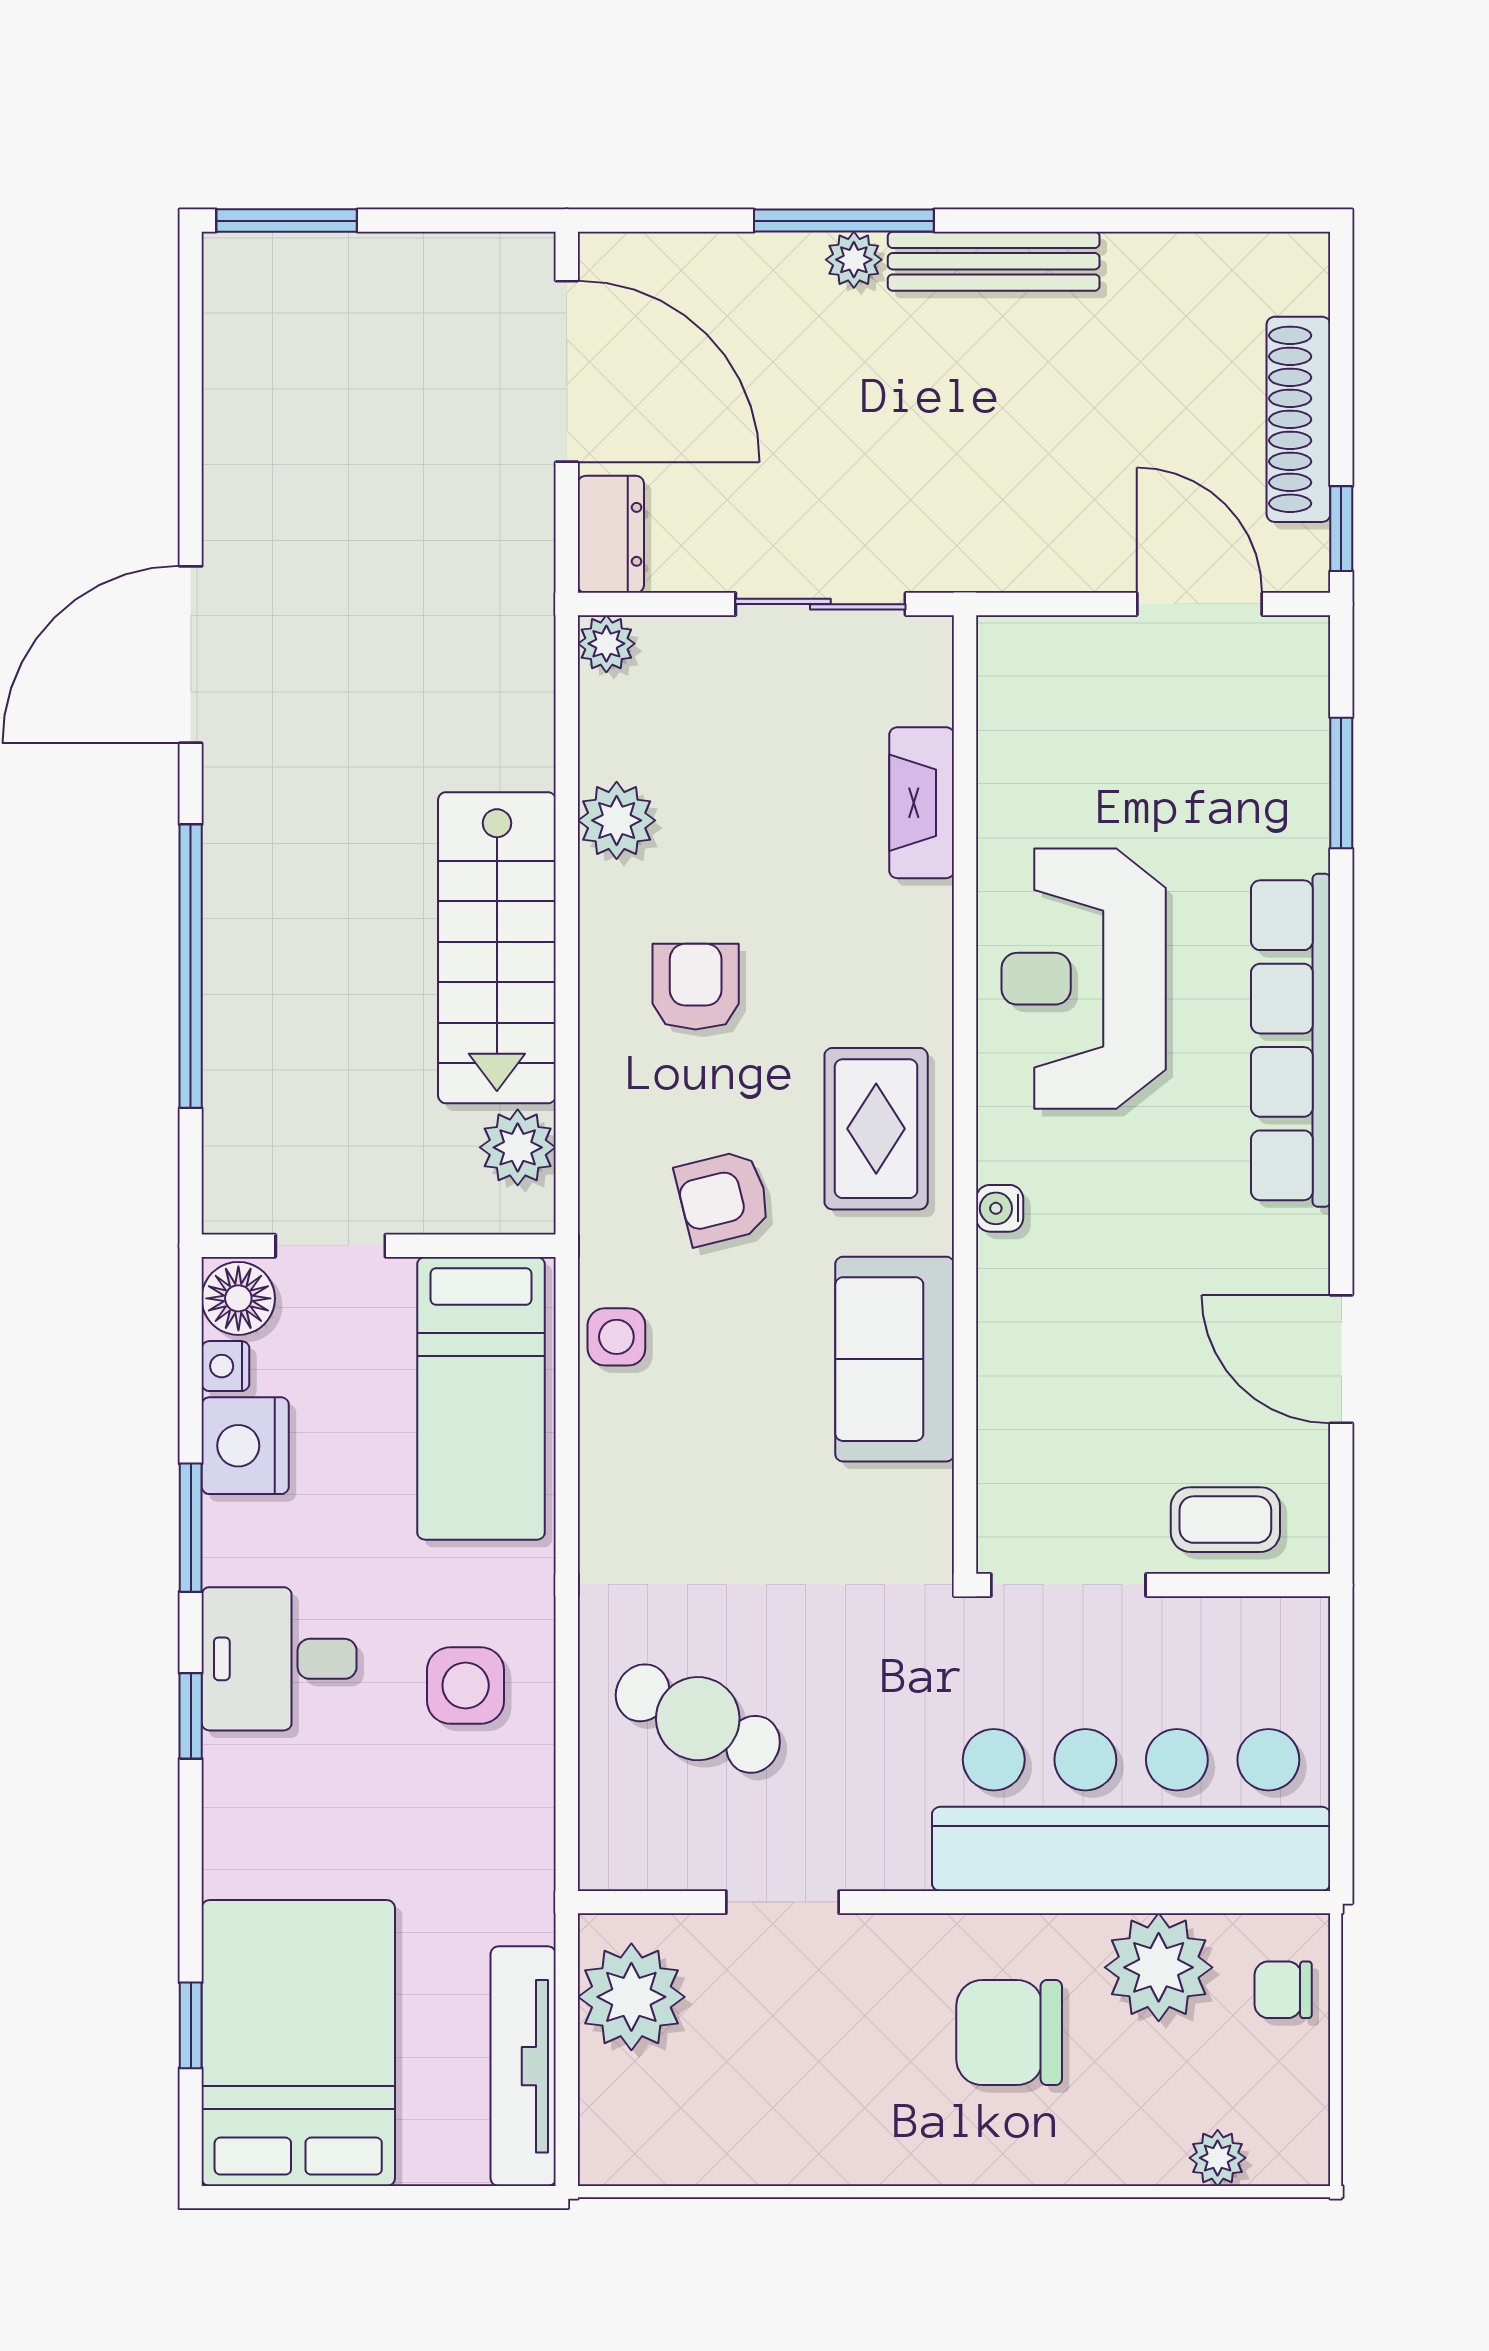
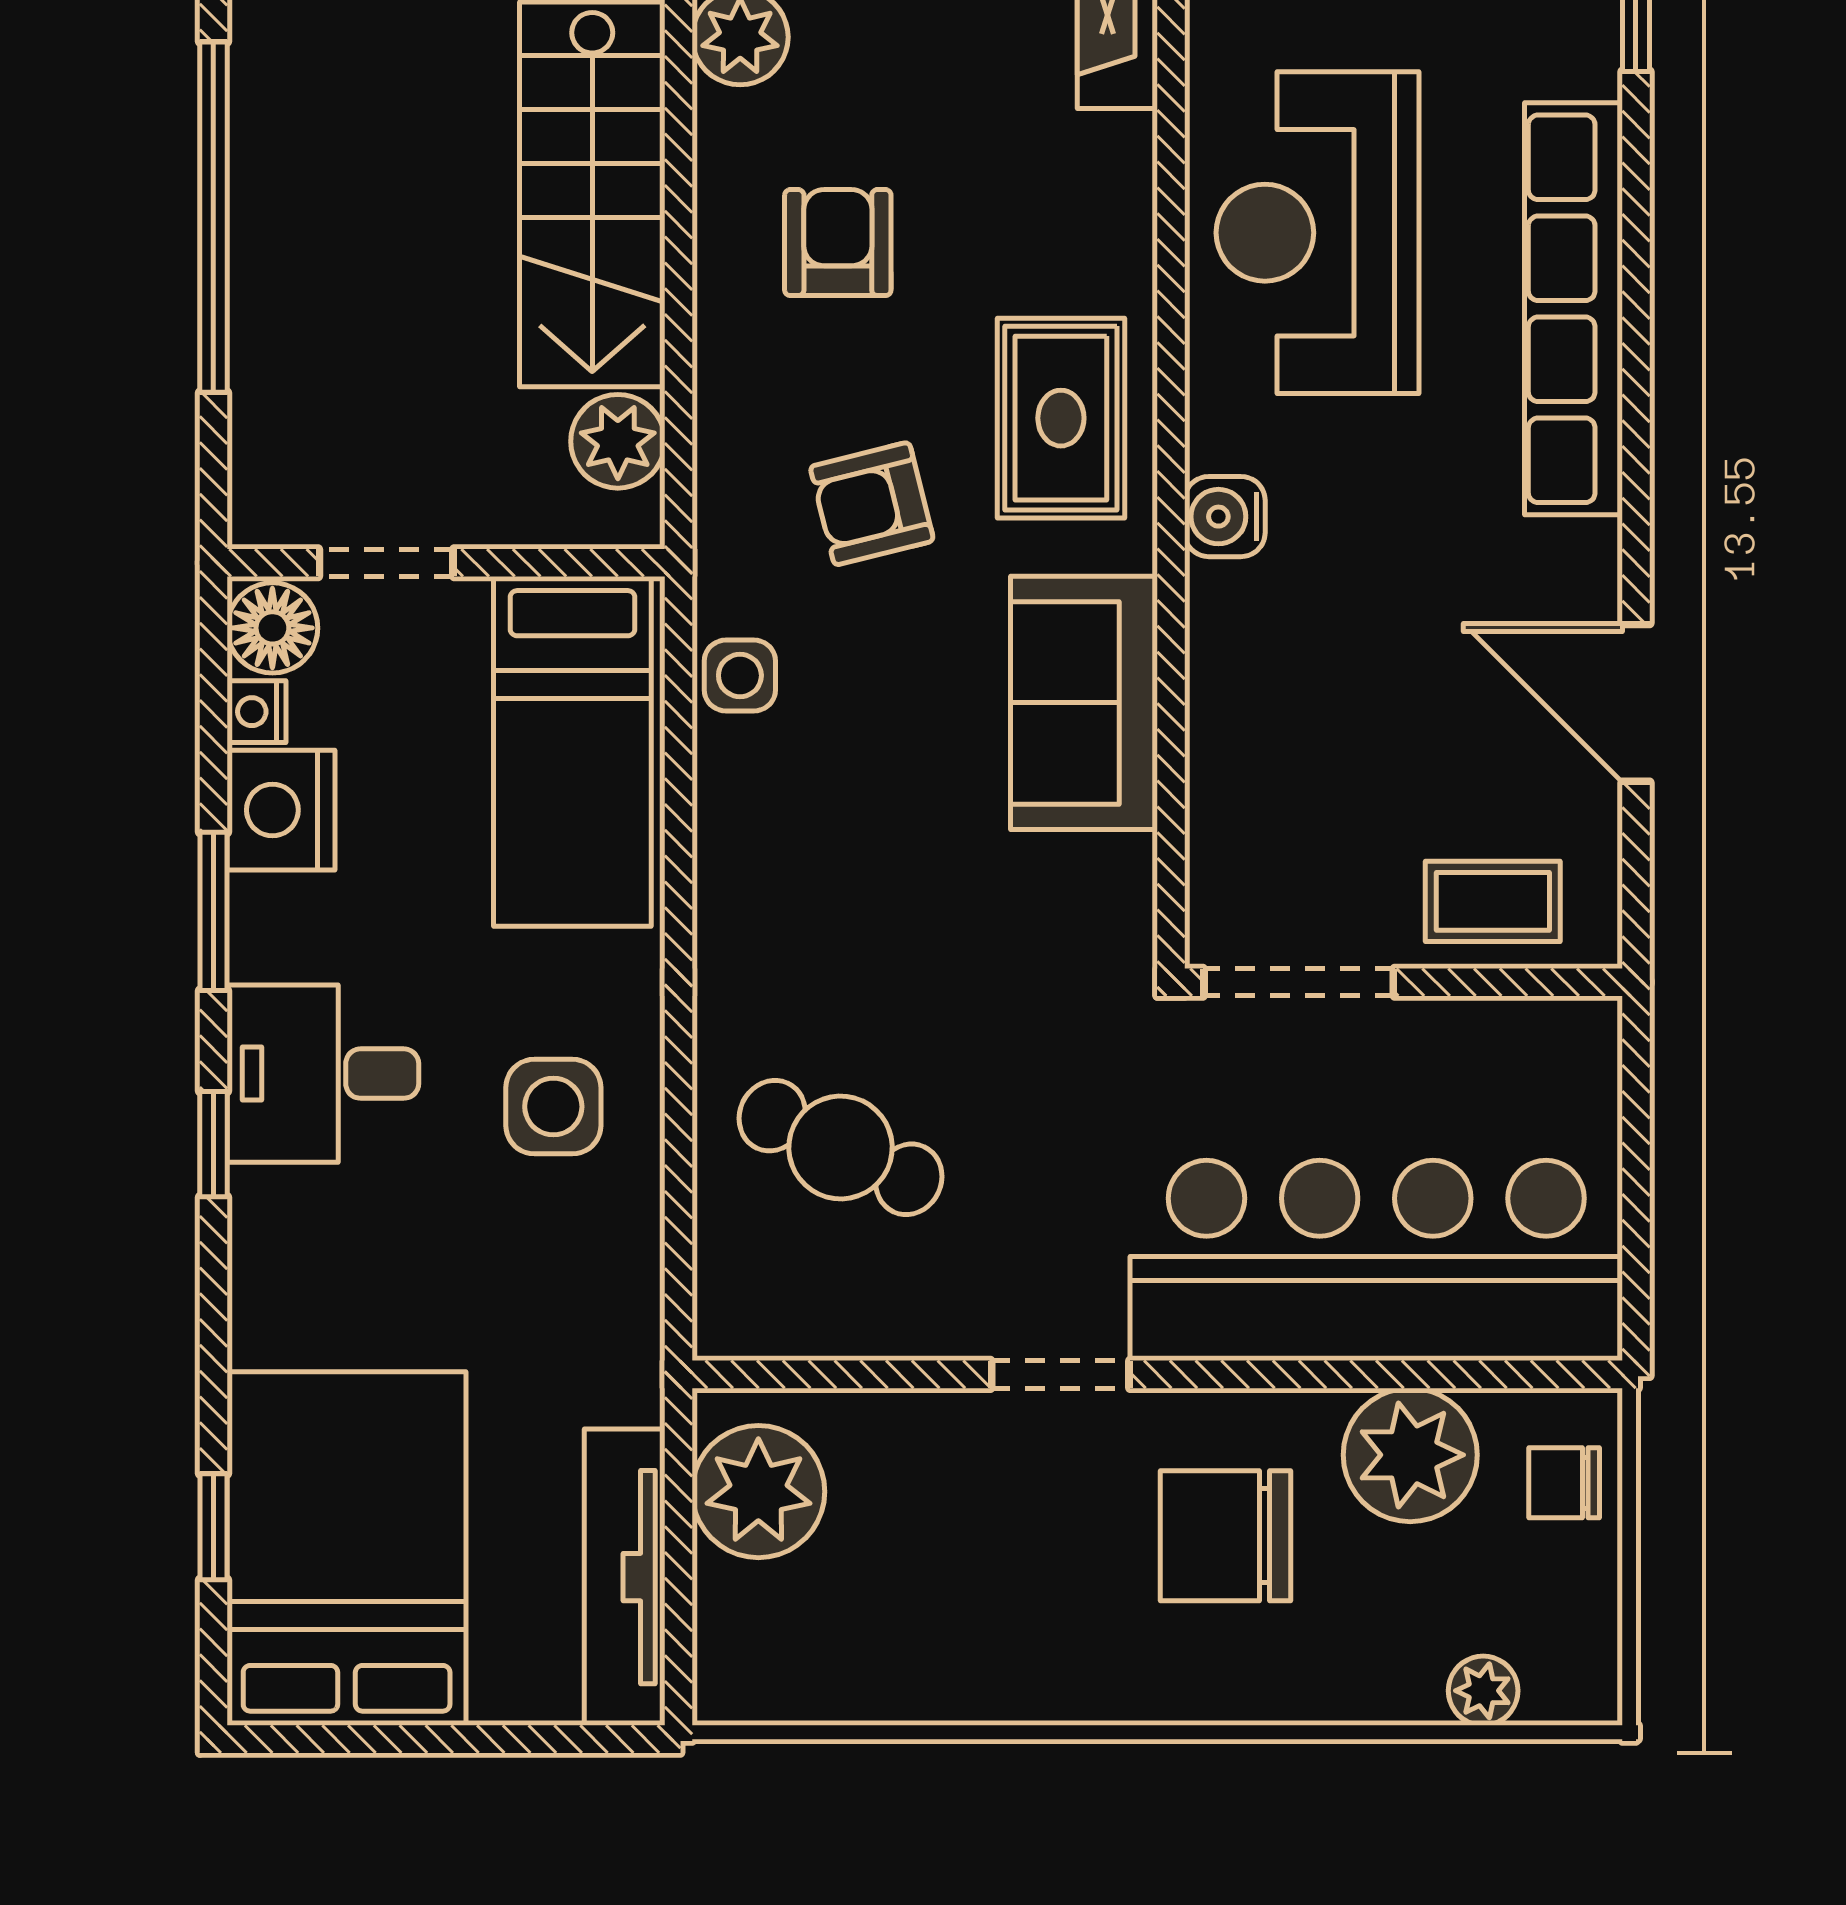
water cooler: (1000, 1208) -> (1225, 517), width x1.38, depth x1.38
doorway: (783, 1902) -> (1060, 1374), moved

